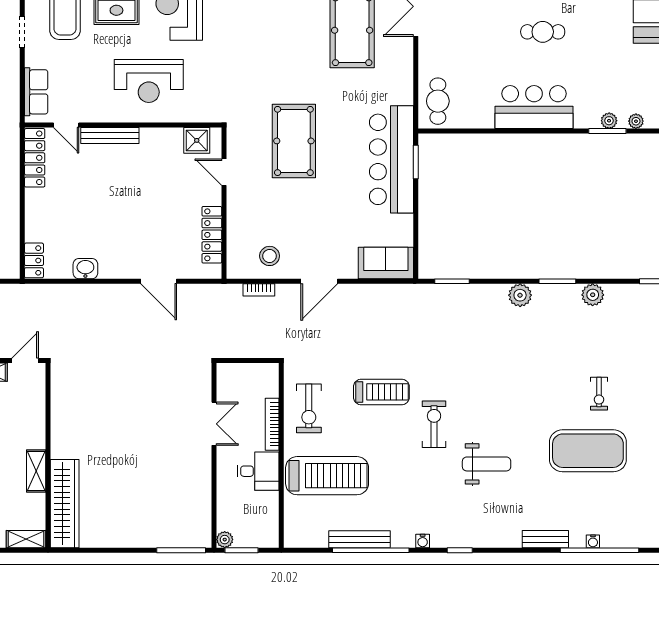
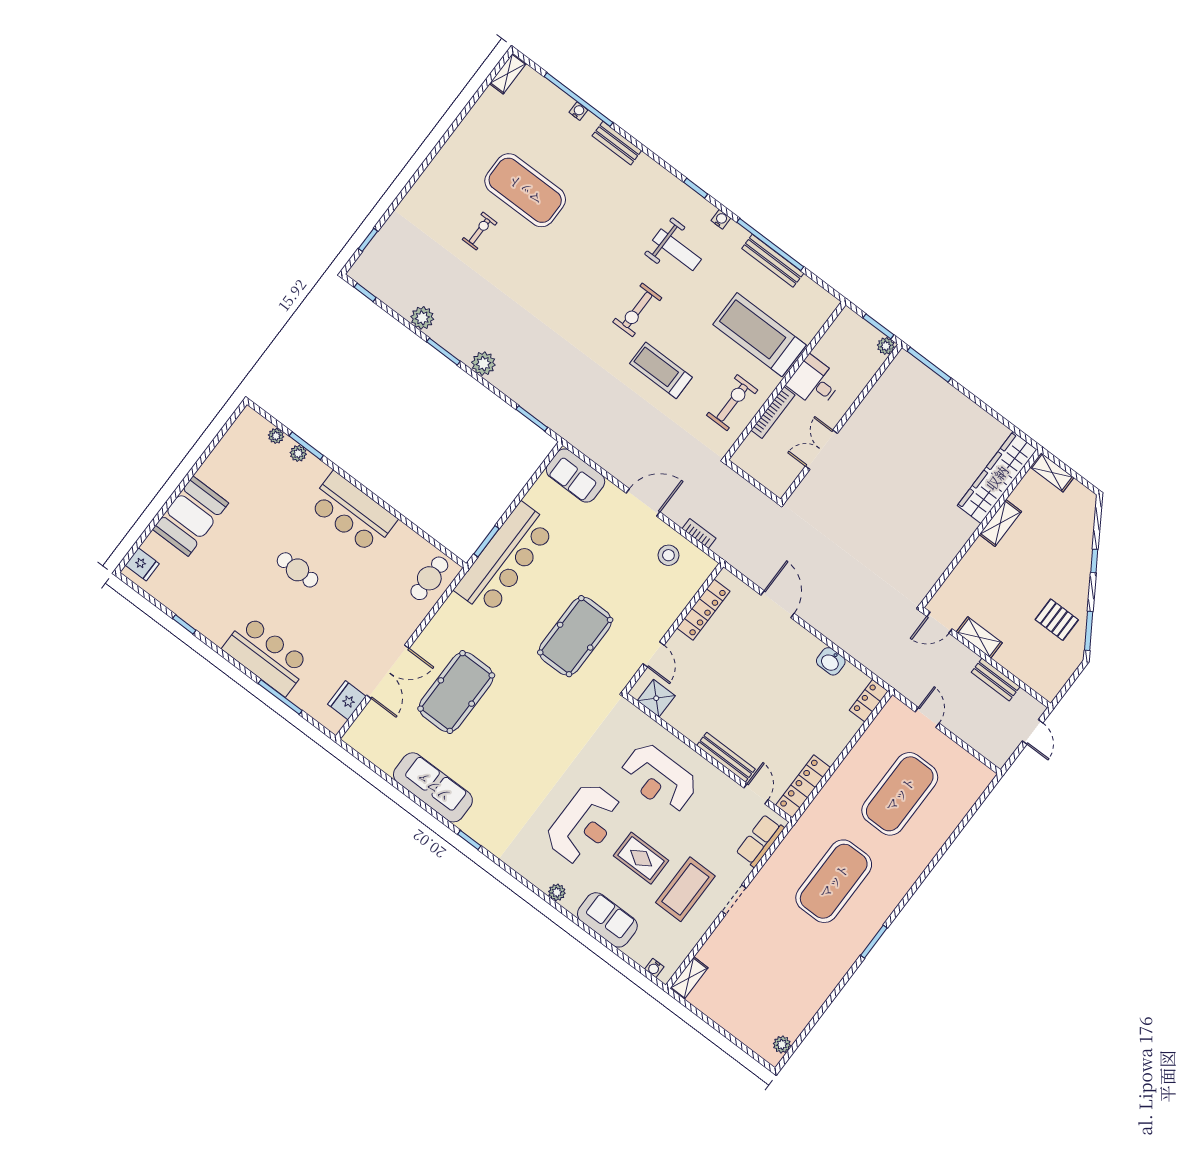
reception desk: (149, 81) -> (659, 778), turned 180
weight bench: (487, 464) -> (677, 250), moved, turned 180

